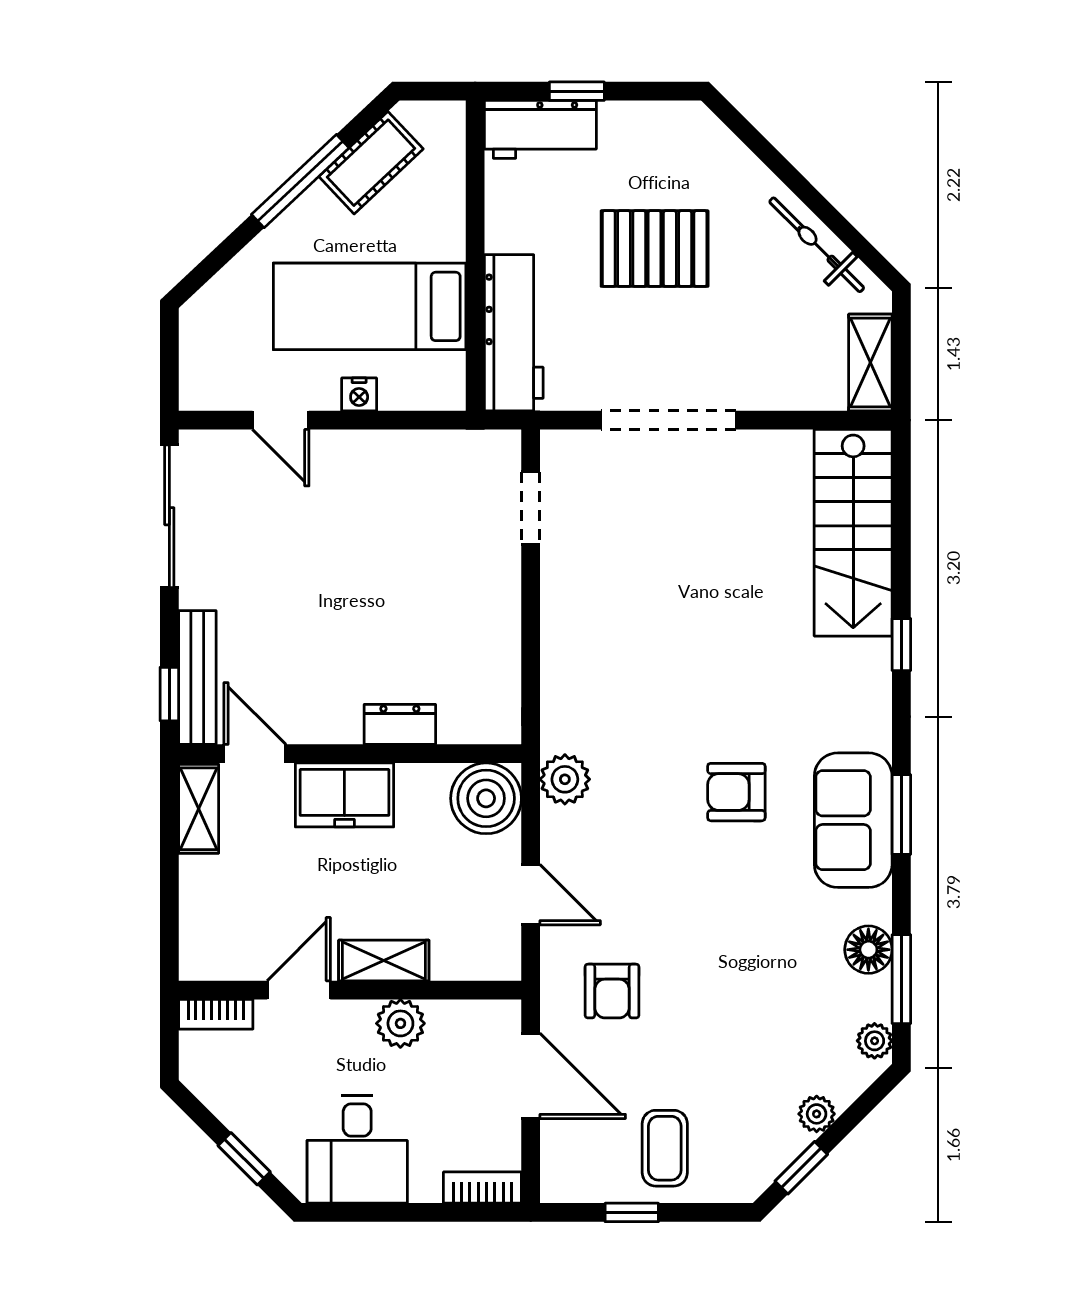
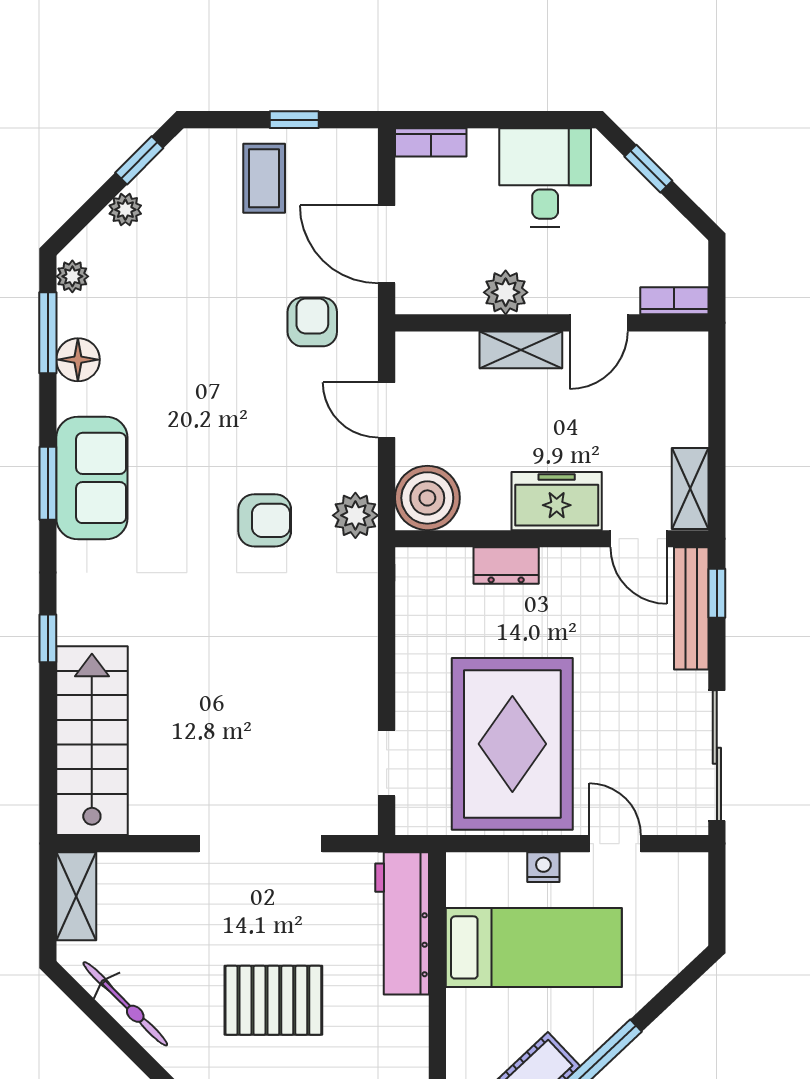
rug: (393, 529) -> (512, 744), added
armchair: (736, 792) -> (265, 520), moved

